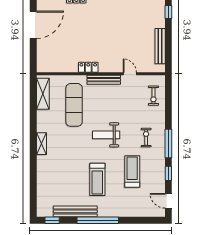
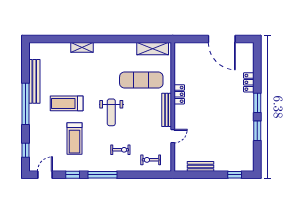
bench: (160, 46) -> (200, 166), width x0.73
weight bench: (106, 135) -> (111, 112), turned 180
exercise bike: (146, 138) -> (120, 150), moved
shelving: (41, 144) -> (82, 47), moved
treadmill: (132, 171) -> (75, 138), turned 90
window: (52, 220) -> (25, 150), moved

